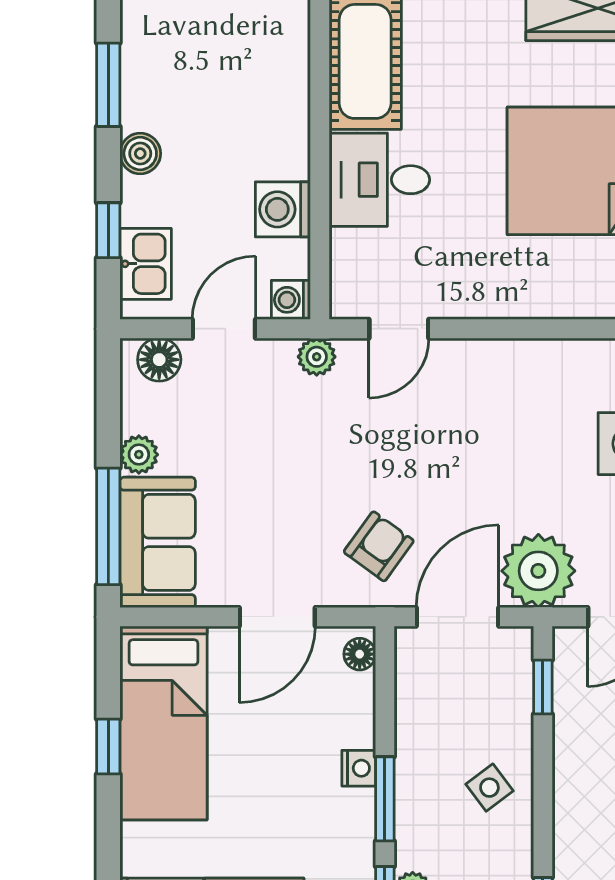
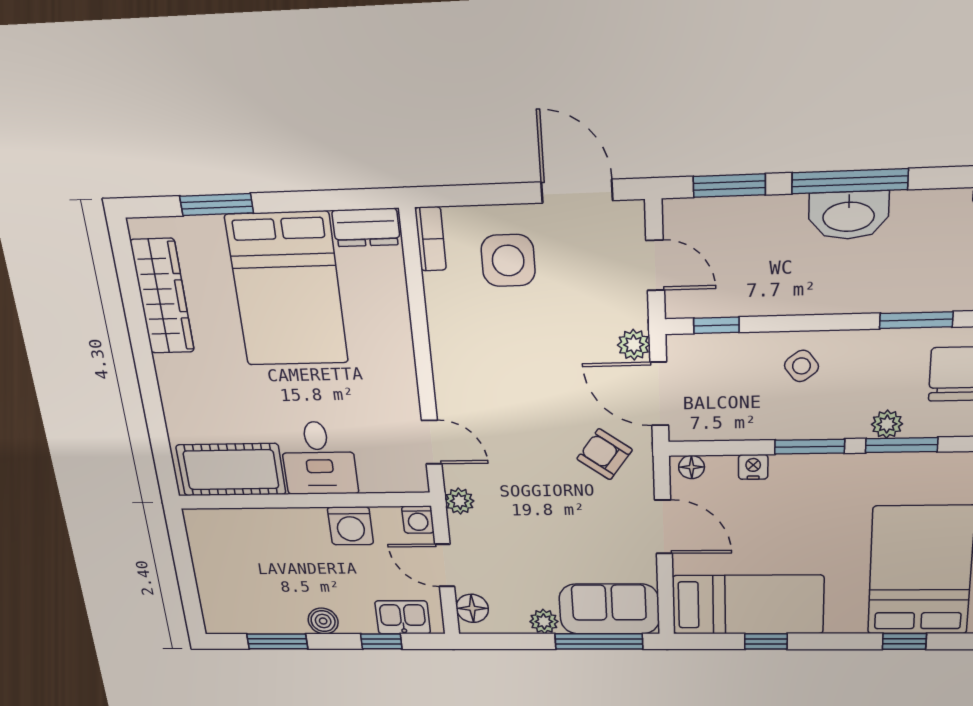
plant: (538, 571) -> (634, 345), width x0.53, depth x0.53
nightstand: (359, 768) -> (753, 467), moved

